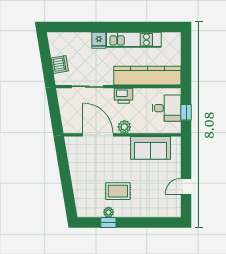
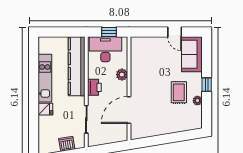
desk: (167, 108) -> (105, 49), width x1.37
plant: (124, 127) -> (122, 75), moved
sofa: (150, 148) -> (192, 54), moved, turned 180
window: (108, 223) -> (207, 85), moved

